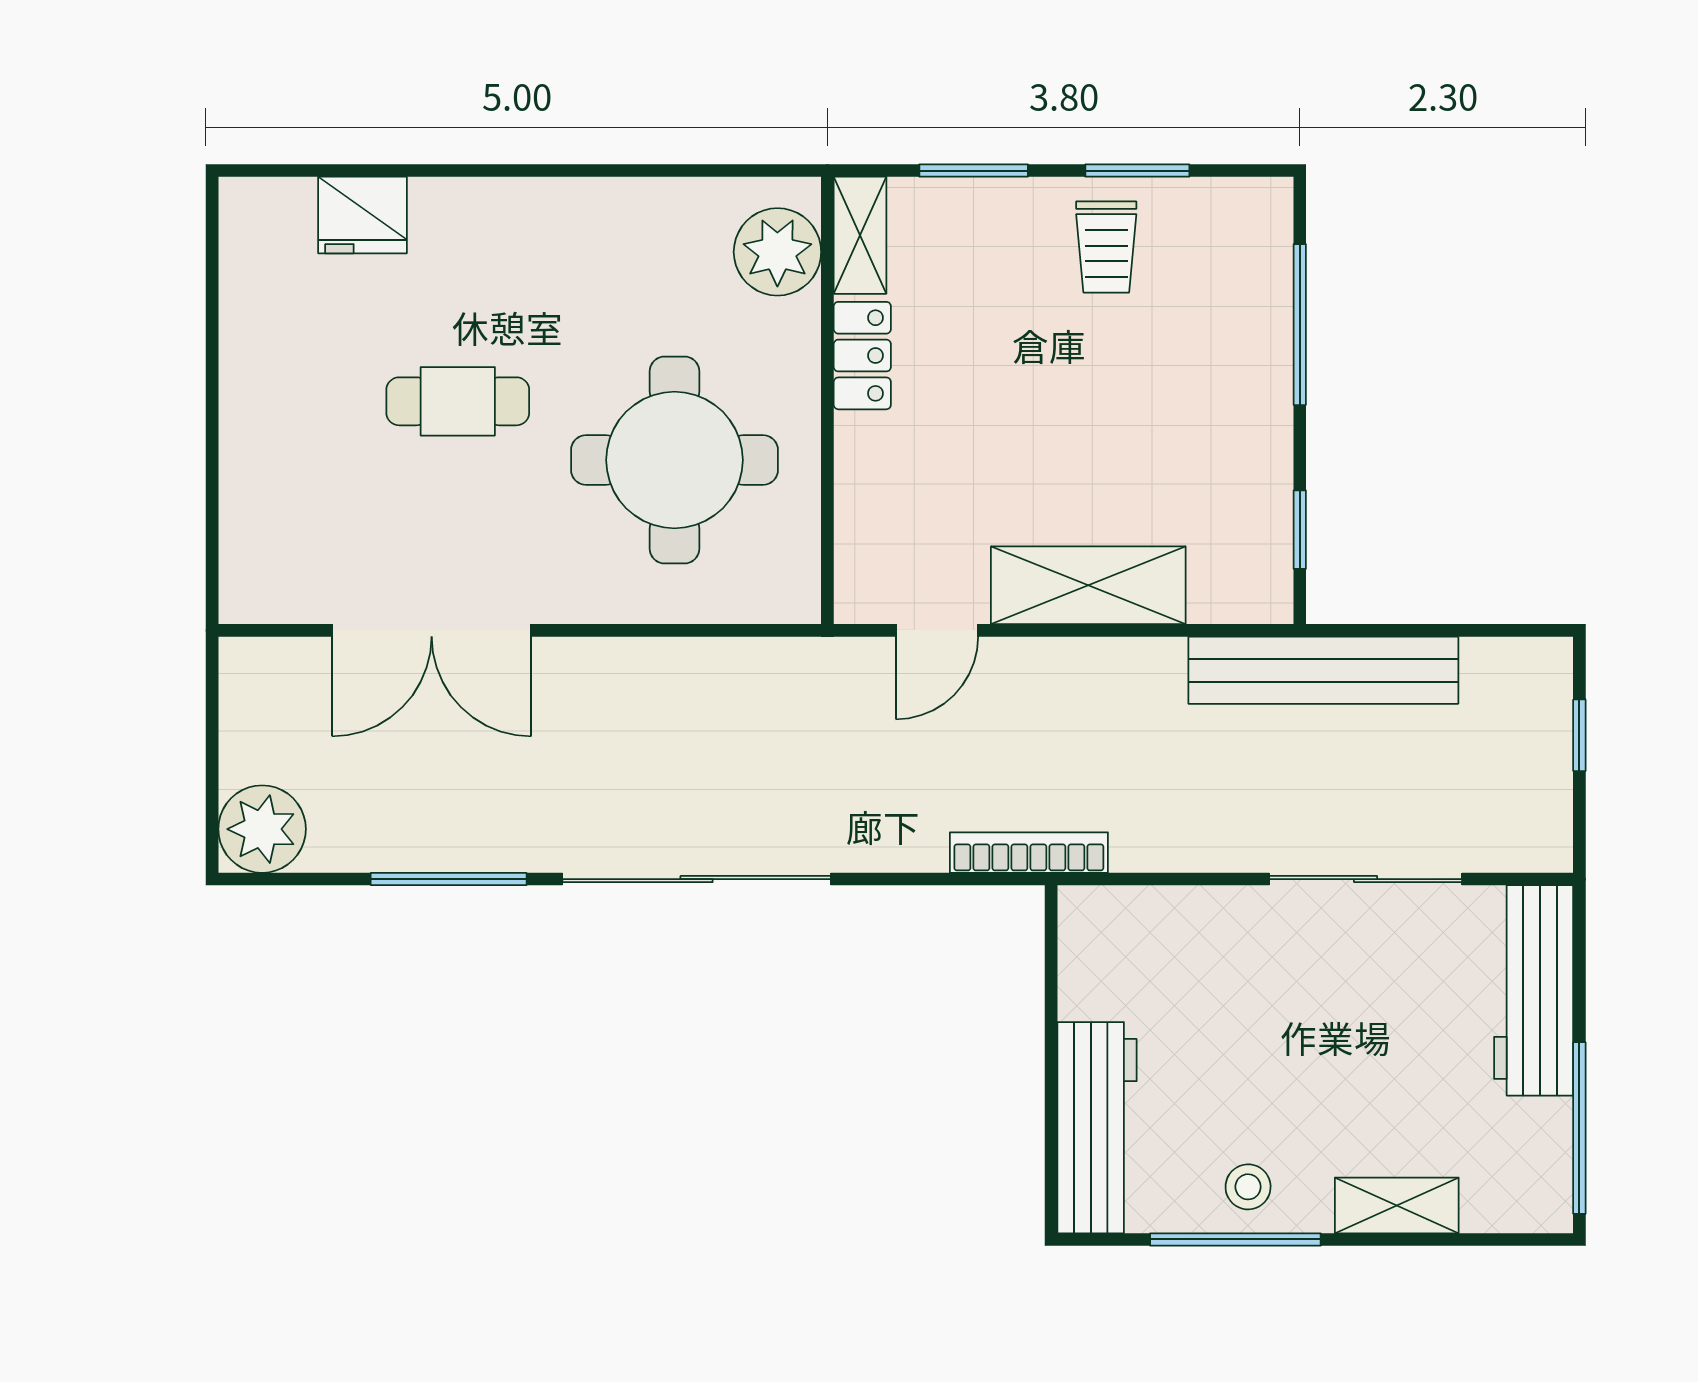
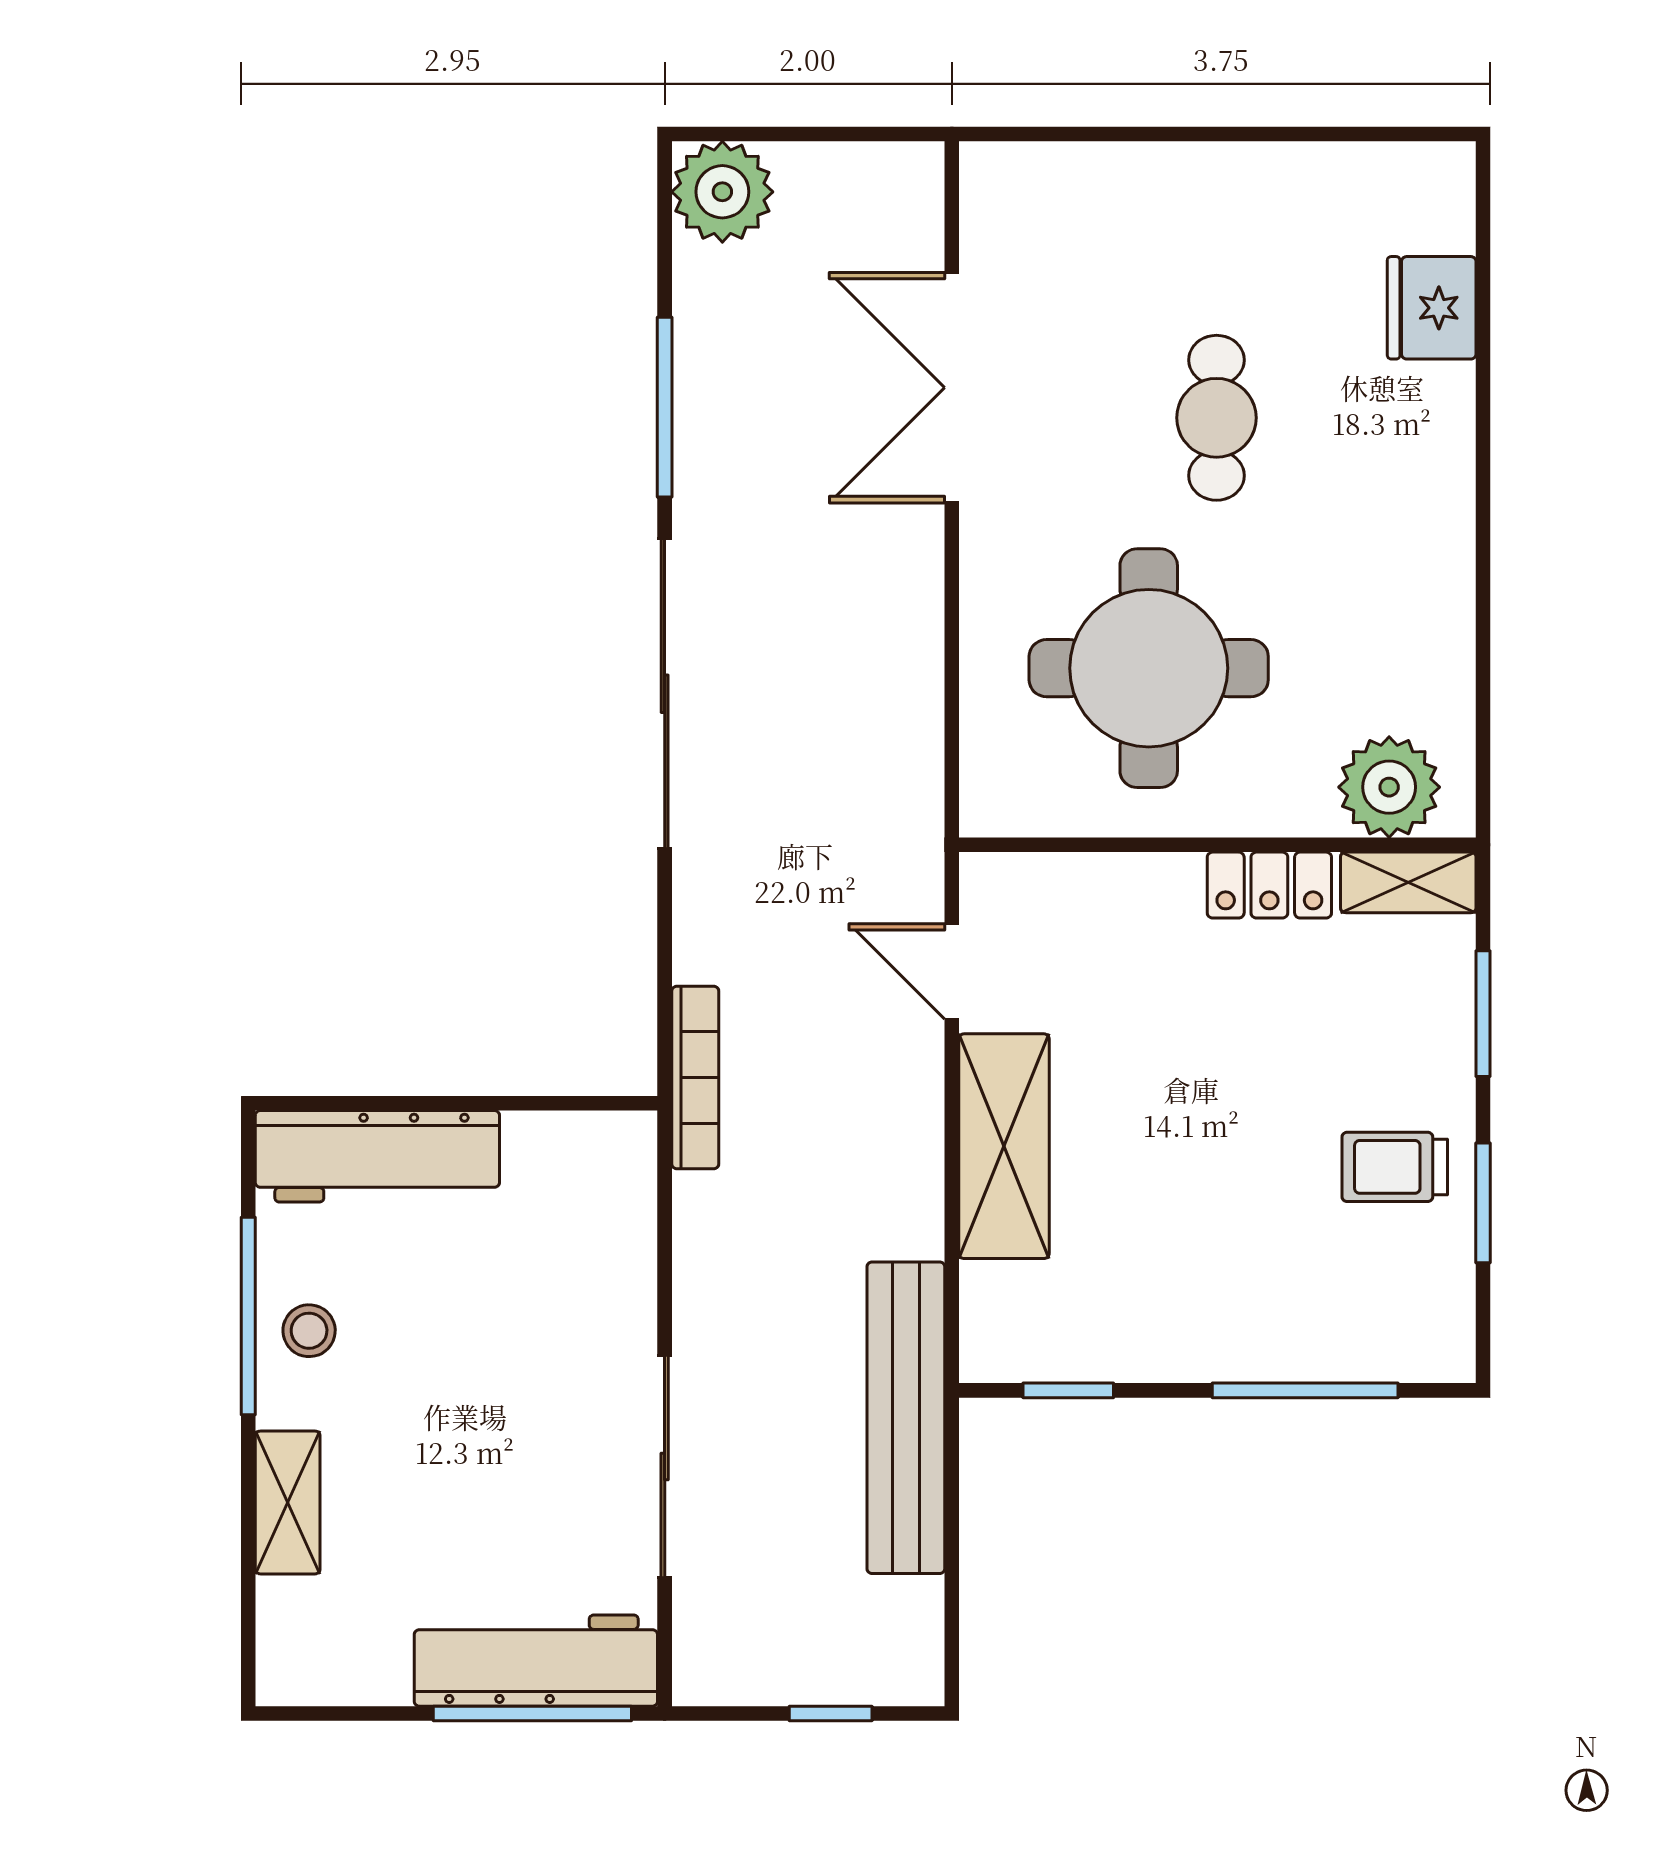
window: (1579, 1128) -> (532, 1713), moved

